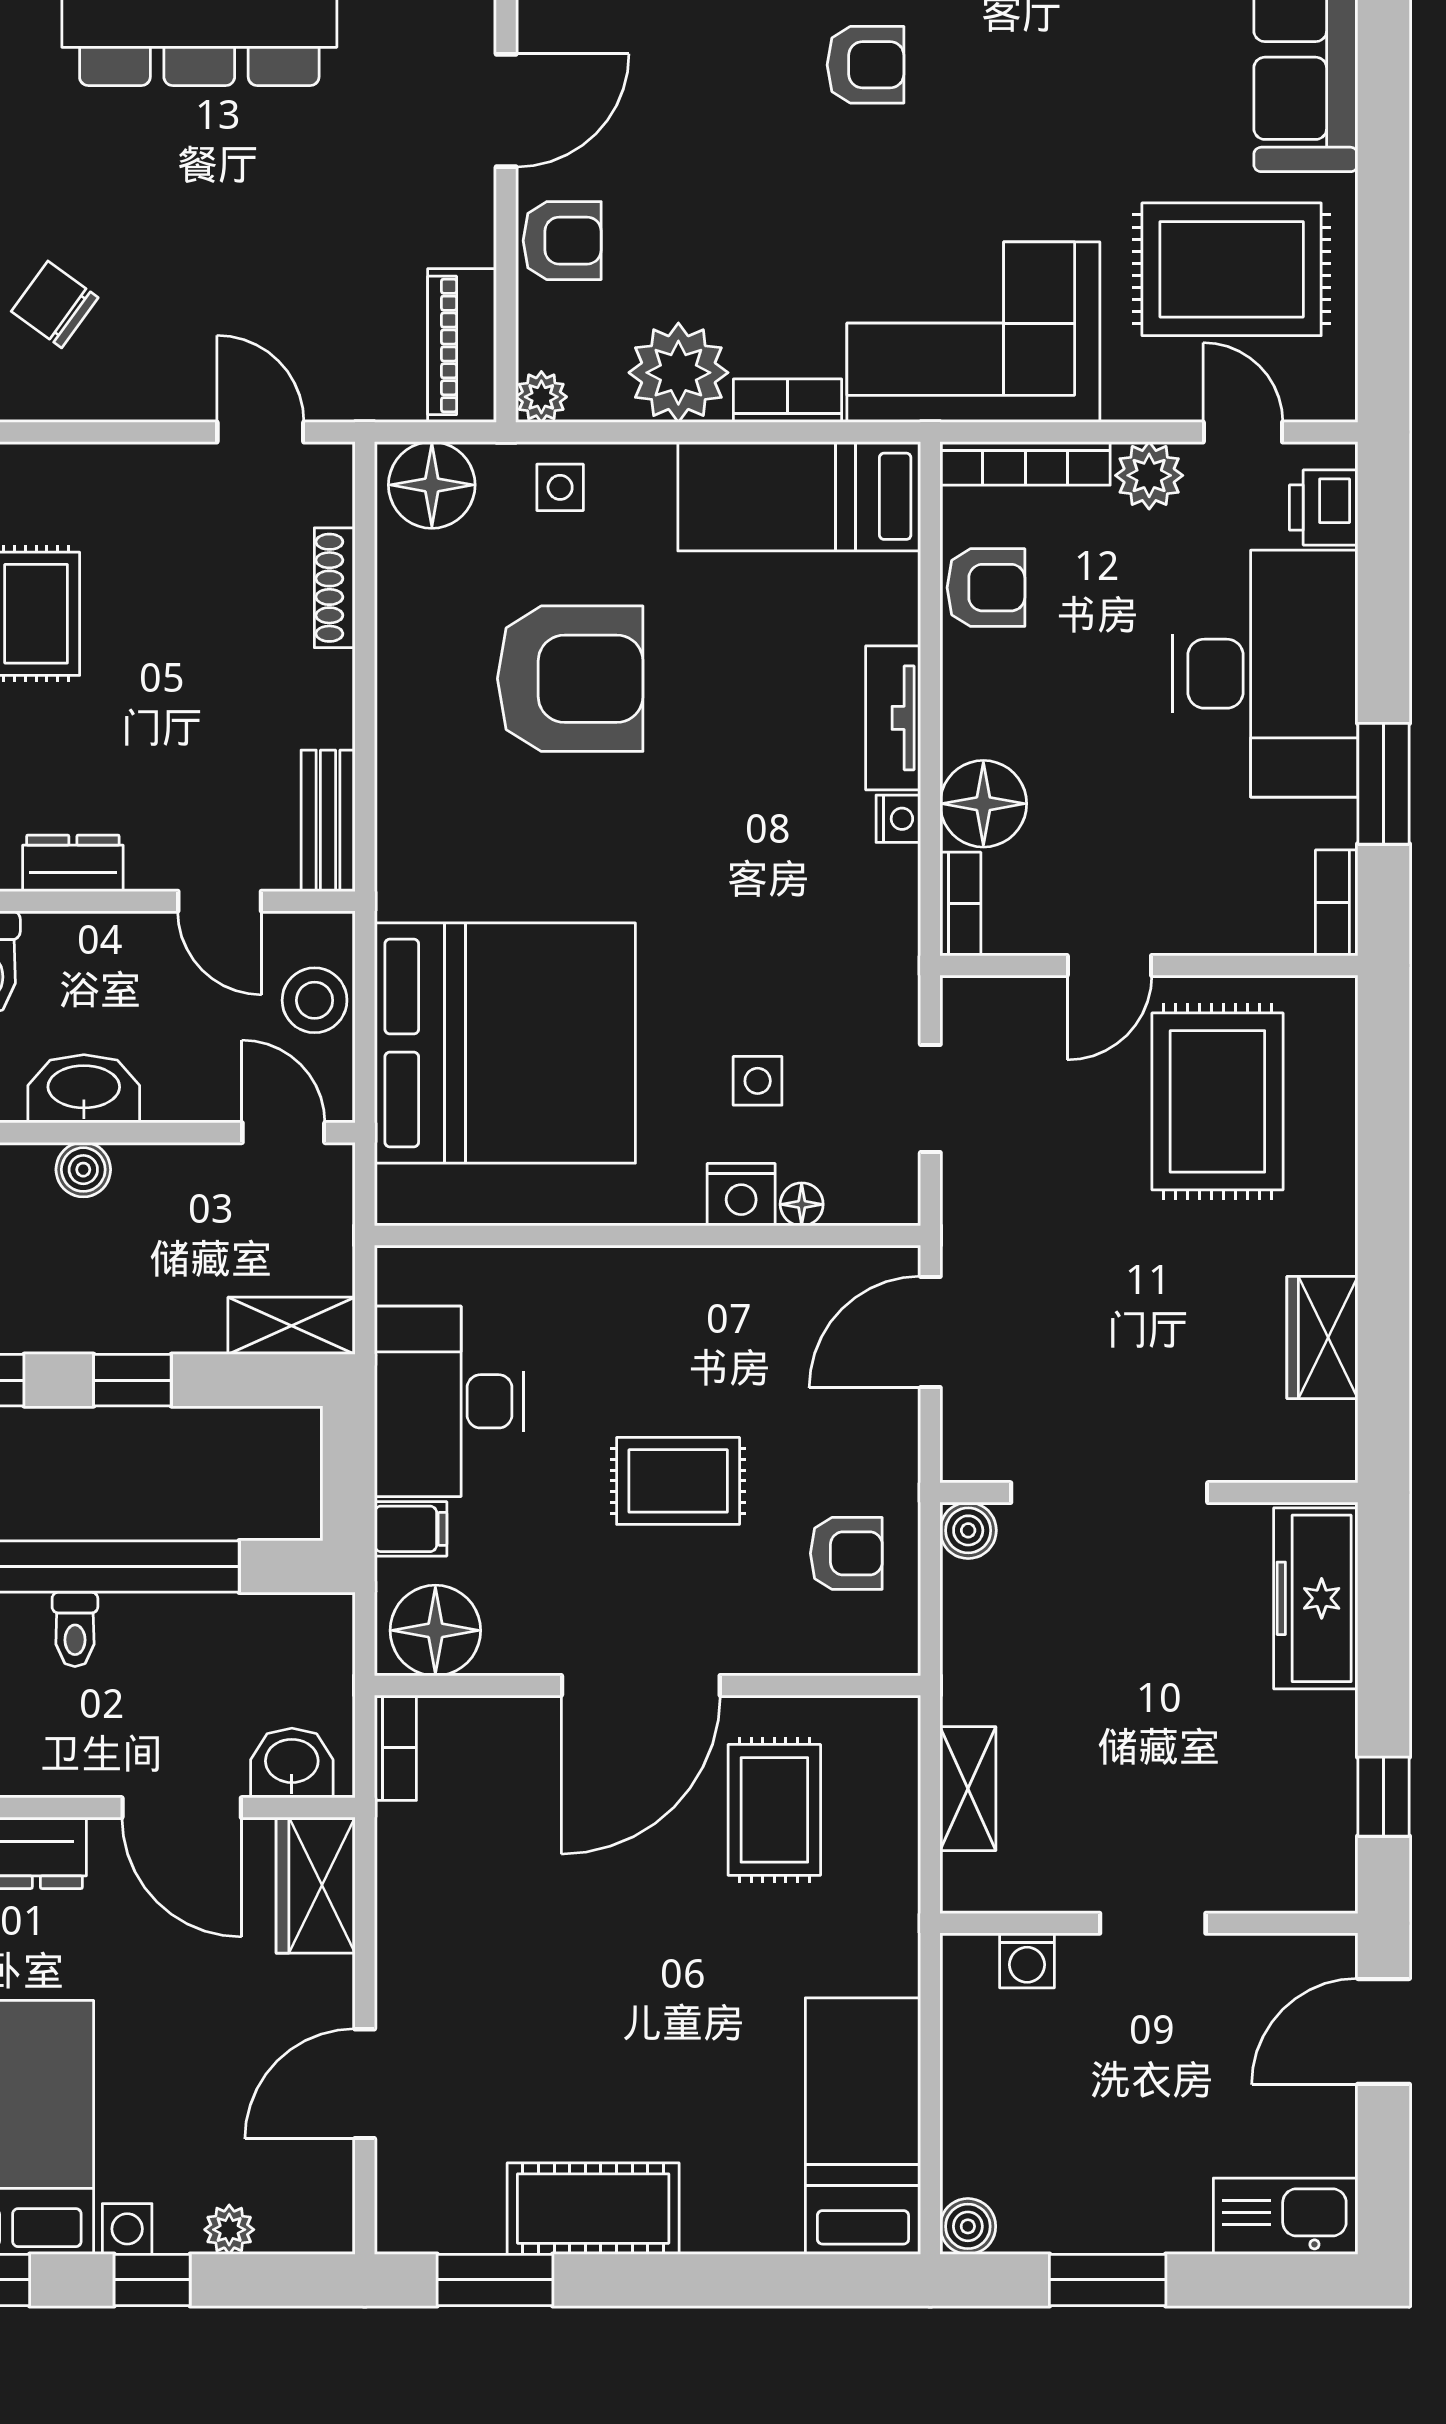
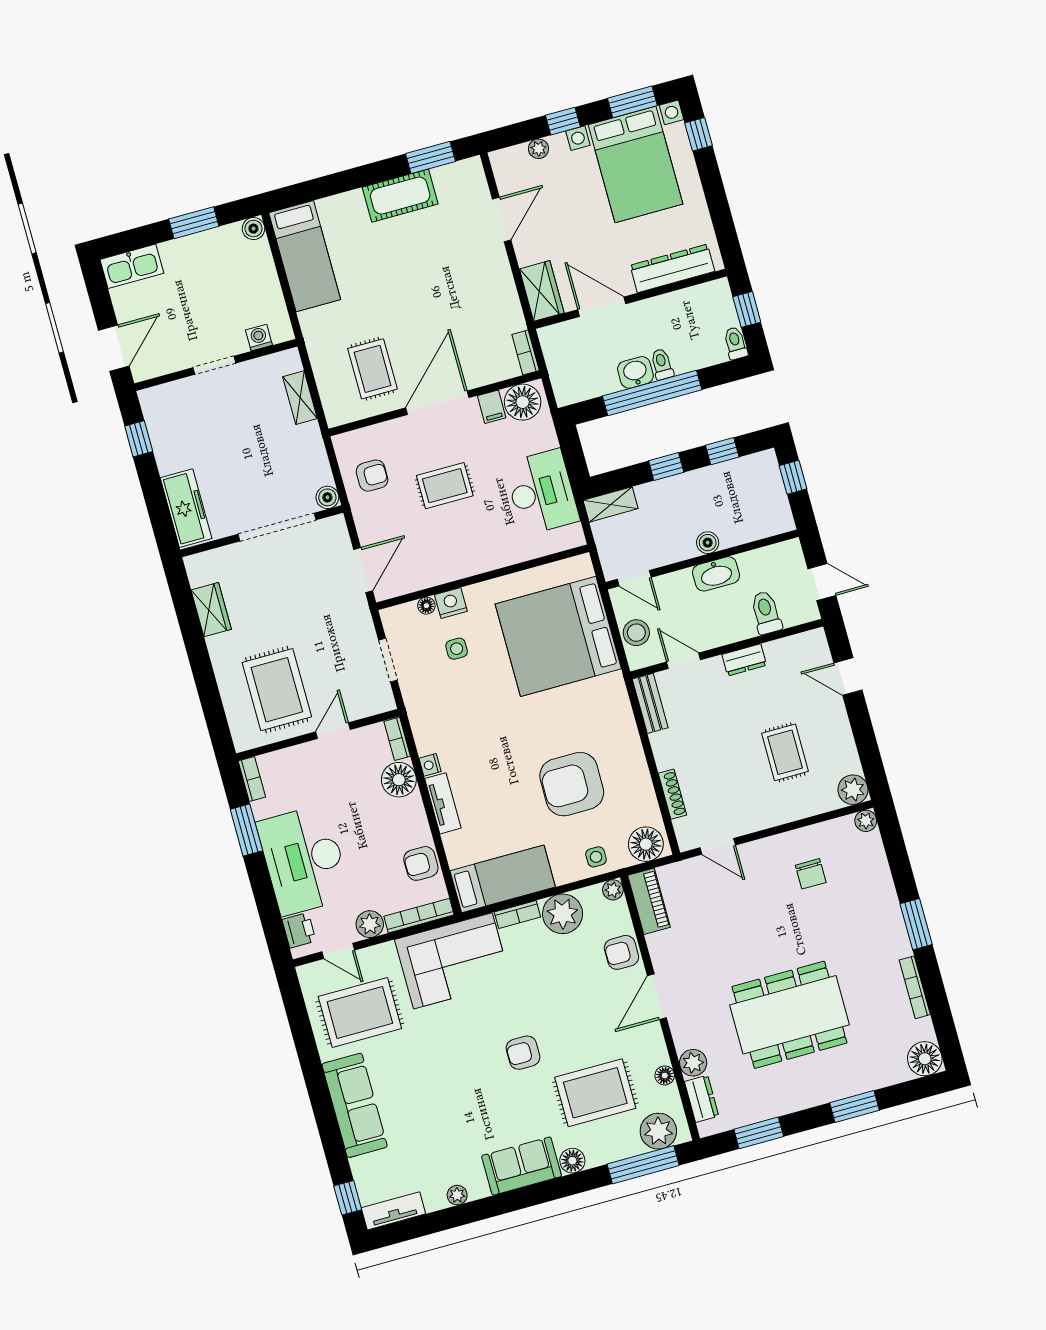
chair: (55, 304) -> (811, 874), turned 54
filing cabinet: (411, 1529) -> (492, 407), moved, turned -90
armchair: (846, 1553) -> (372, 476), turned 180
washbasin: (292, 1763) -> (635, 372), moved, turned 180

